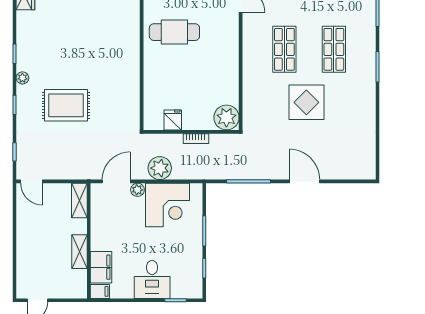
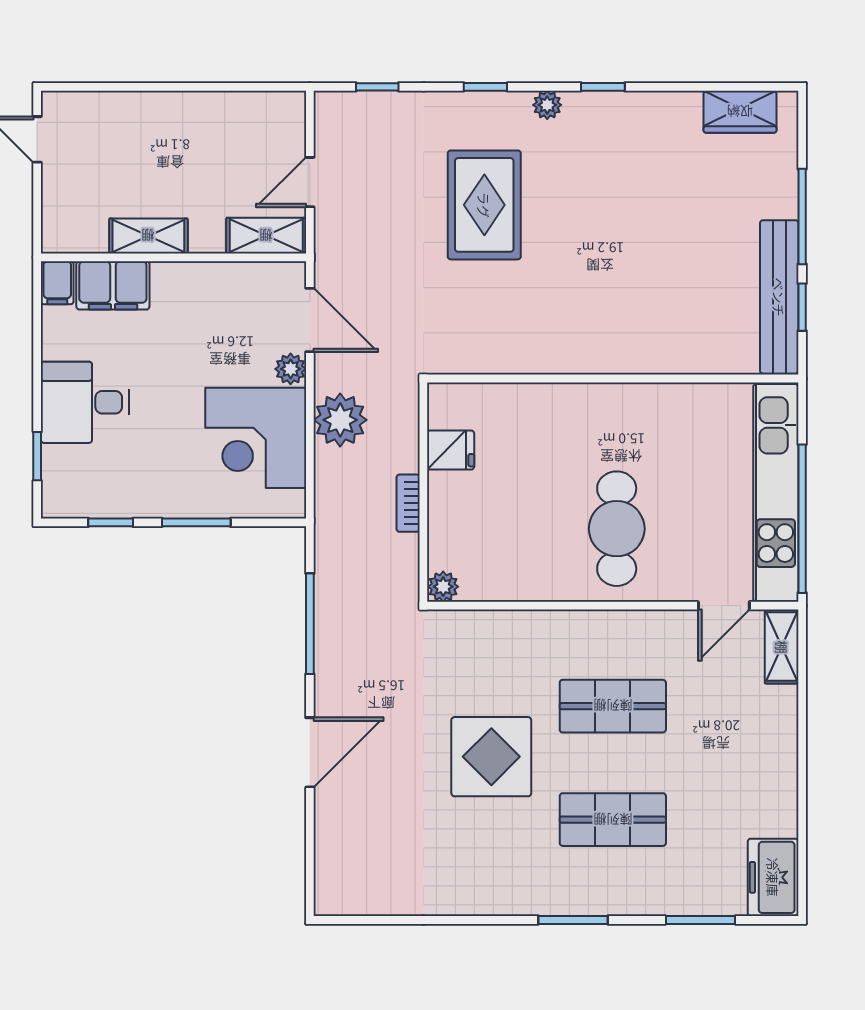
cafe table: (174, 32) -> (617, 529), moved
plant: (226, 117) -> (443, 587), width x0.53, depth x0.53
door: (31, 181) -> (310, 182), moved

